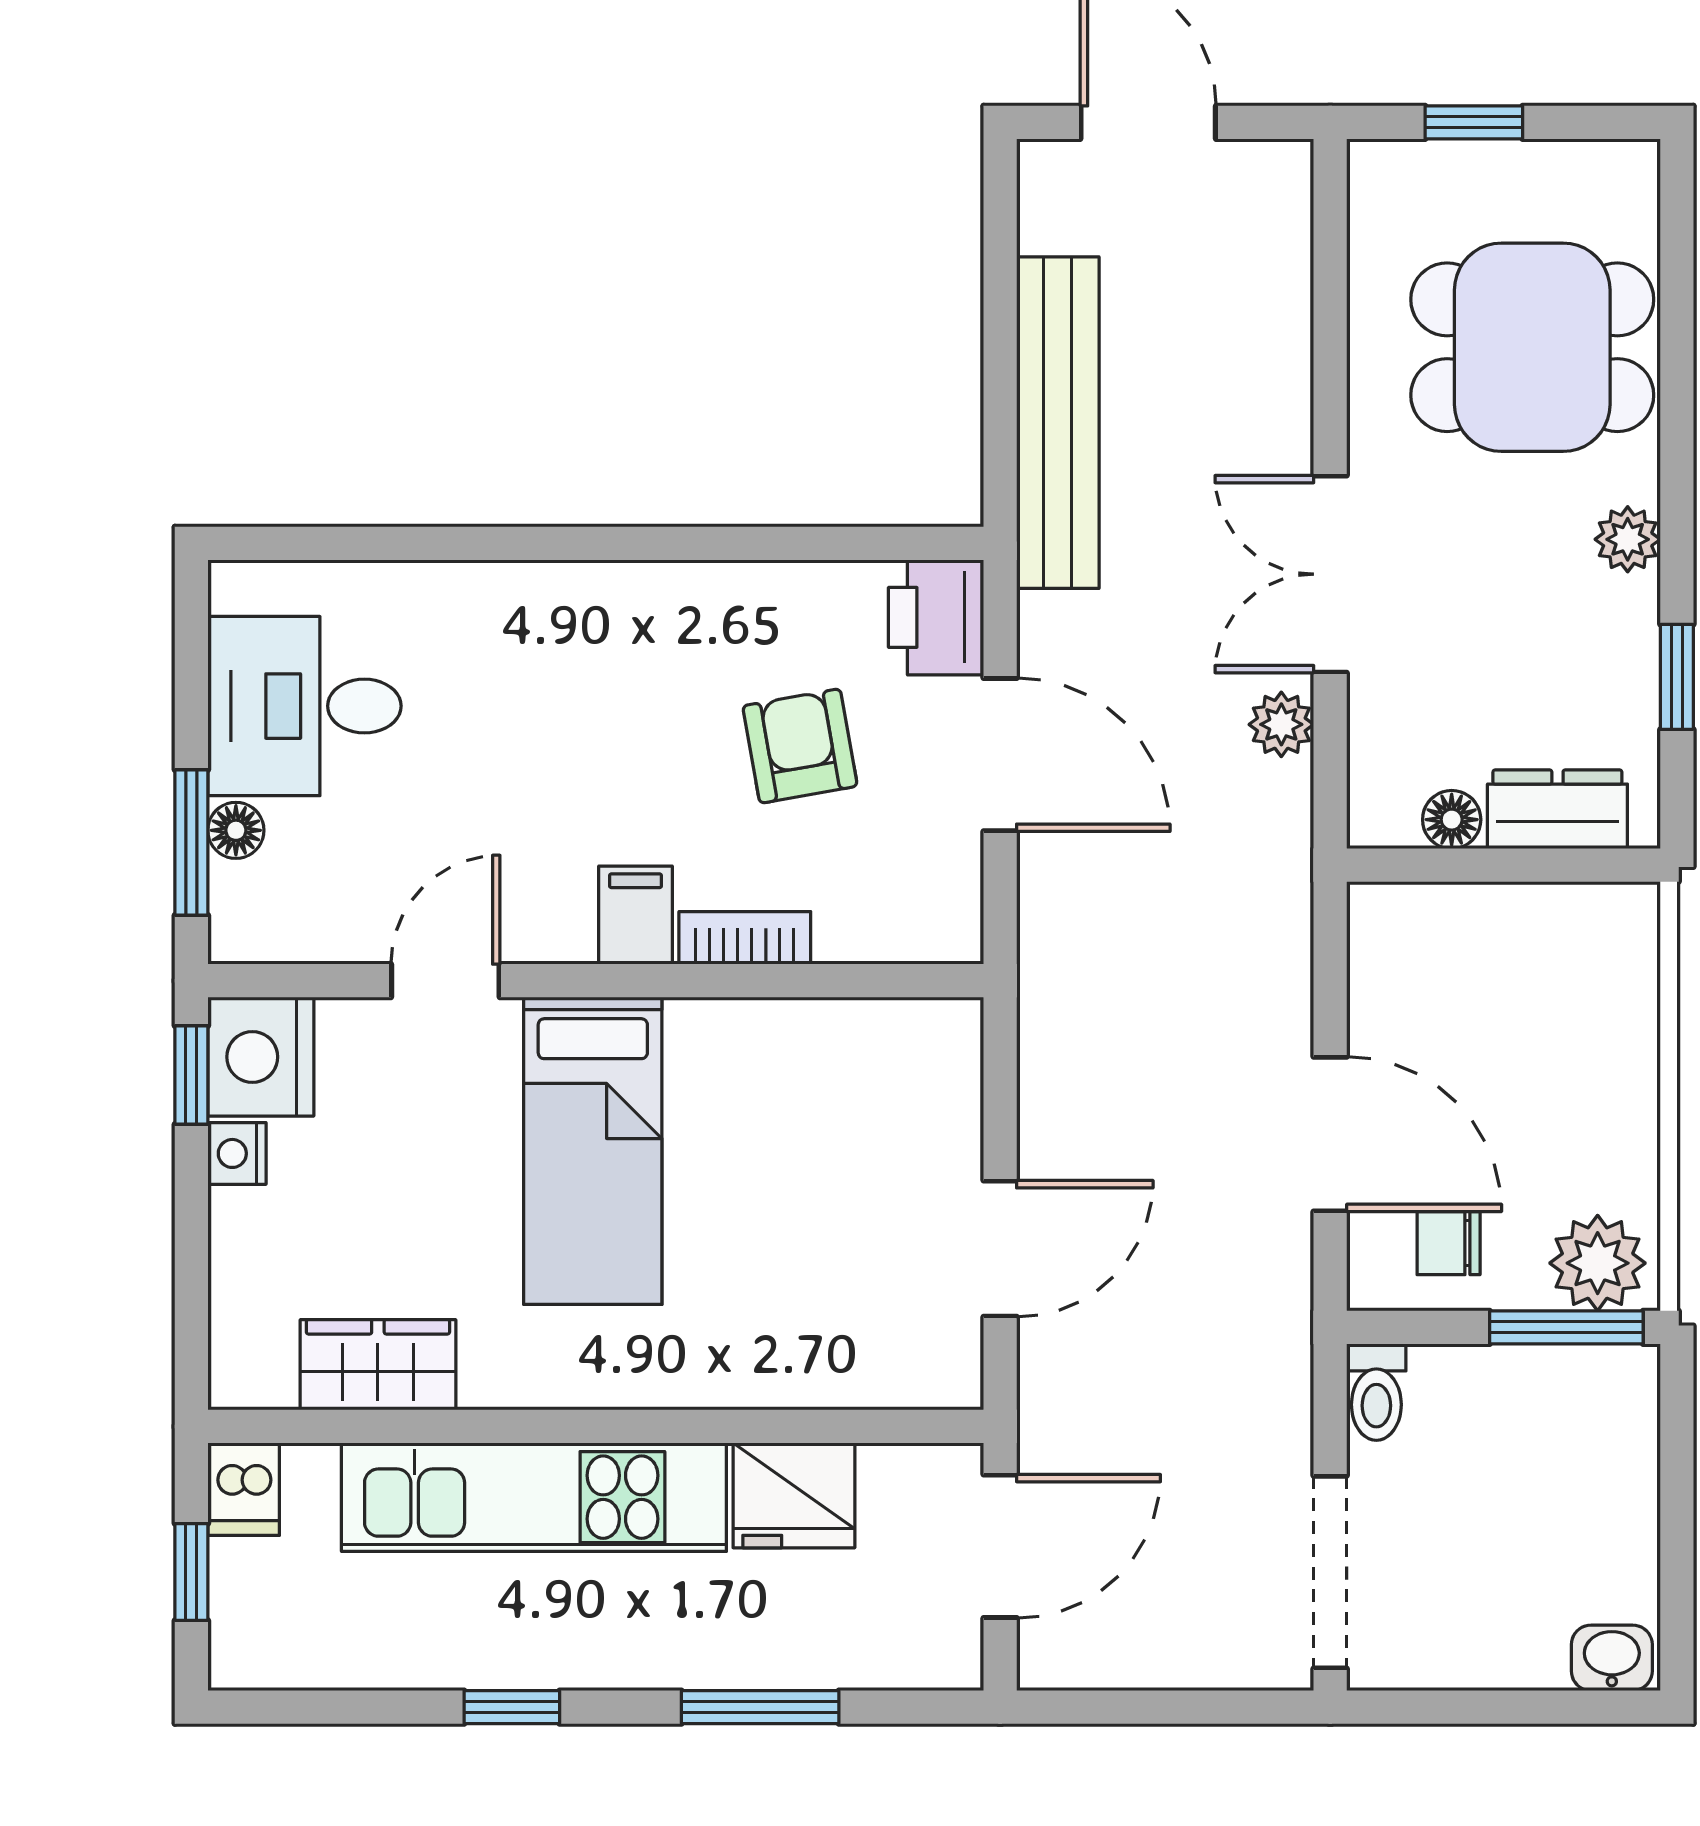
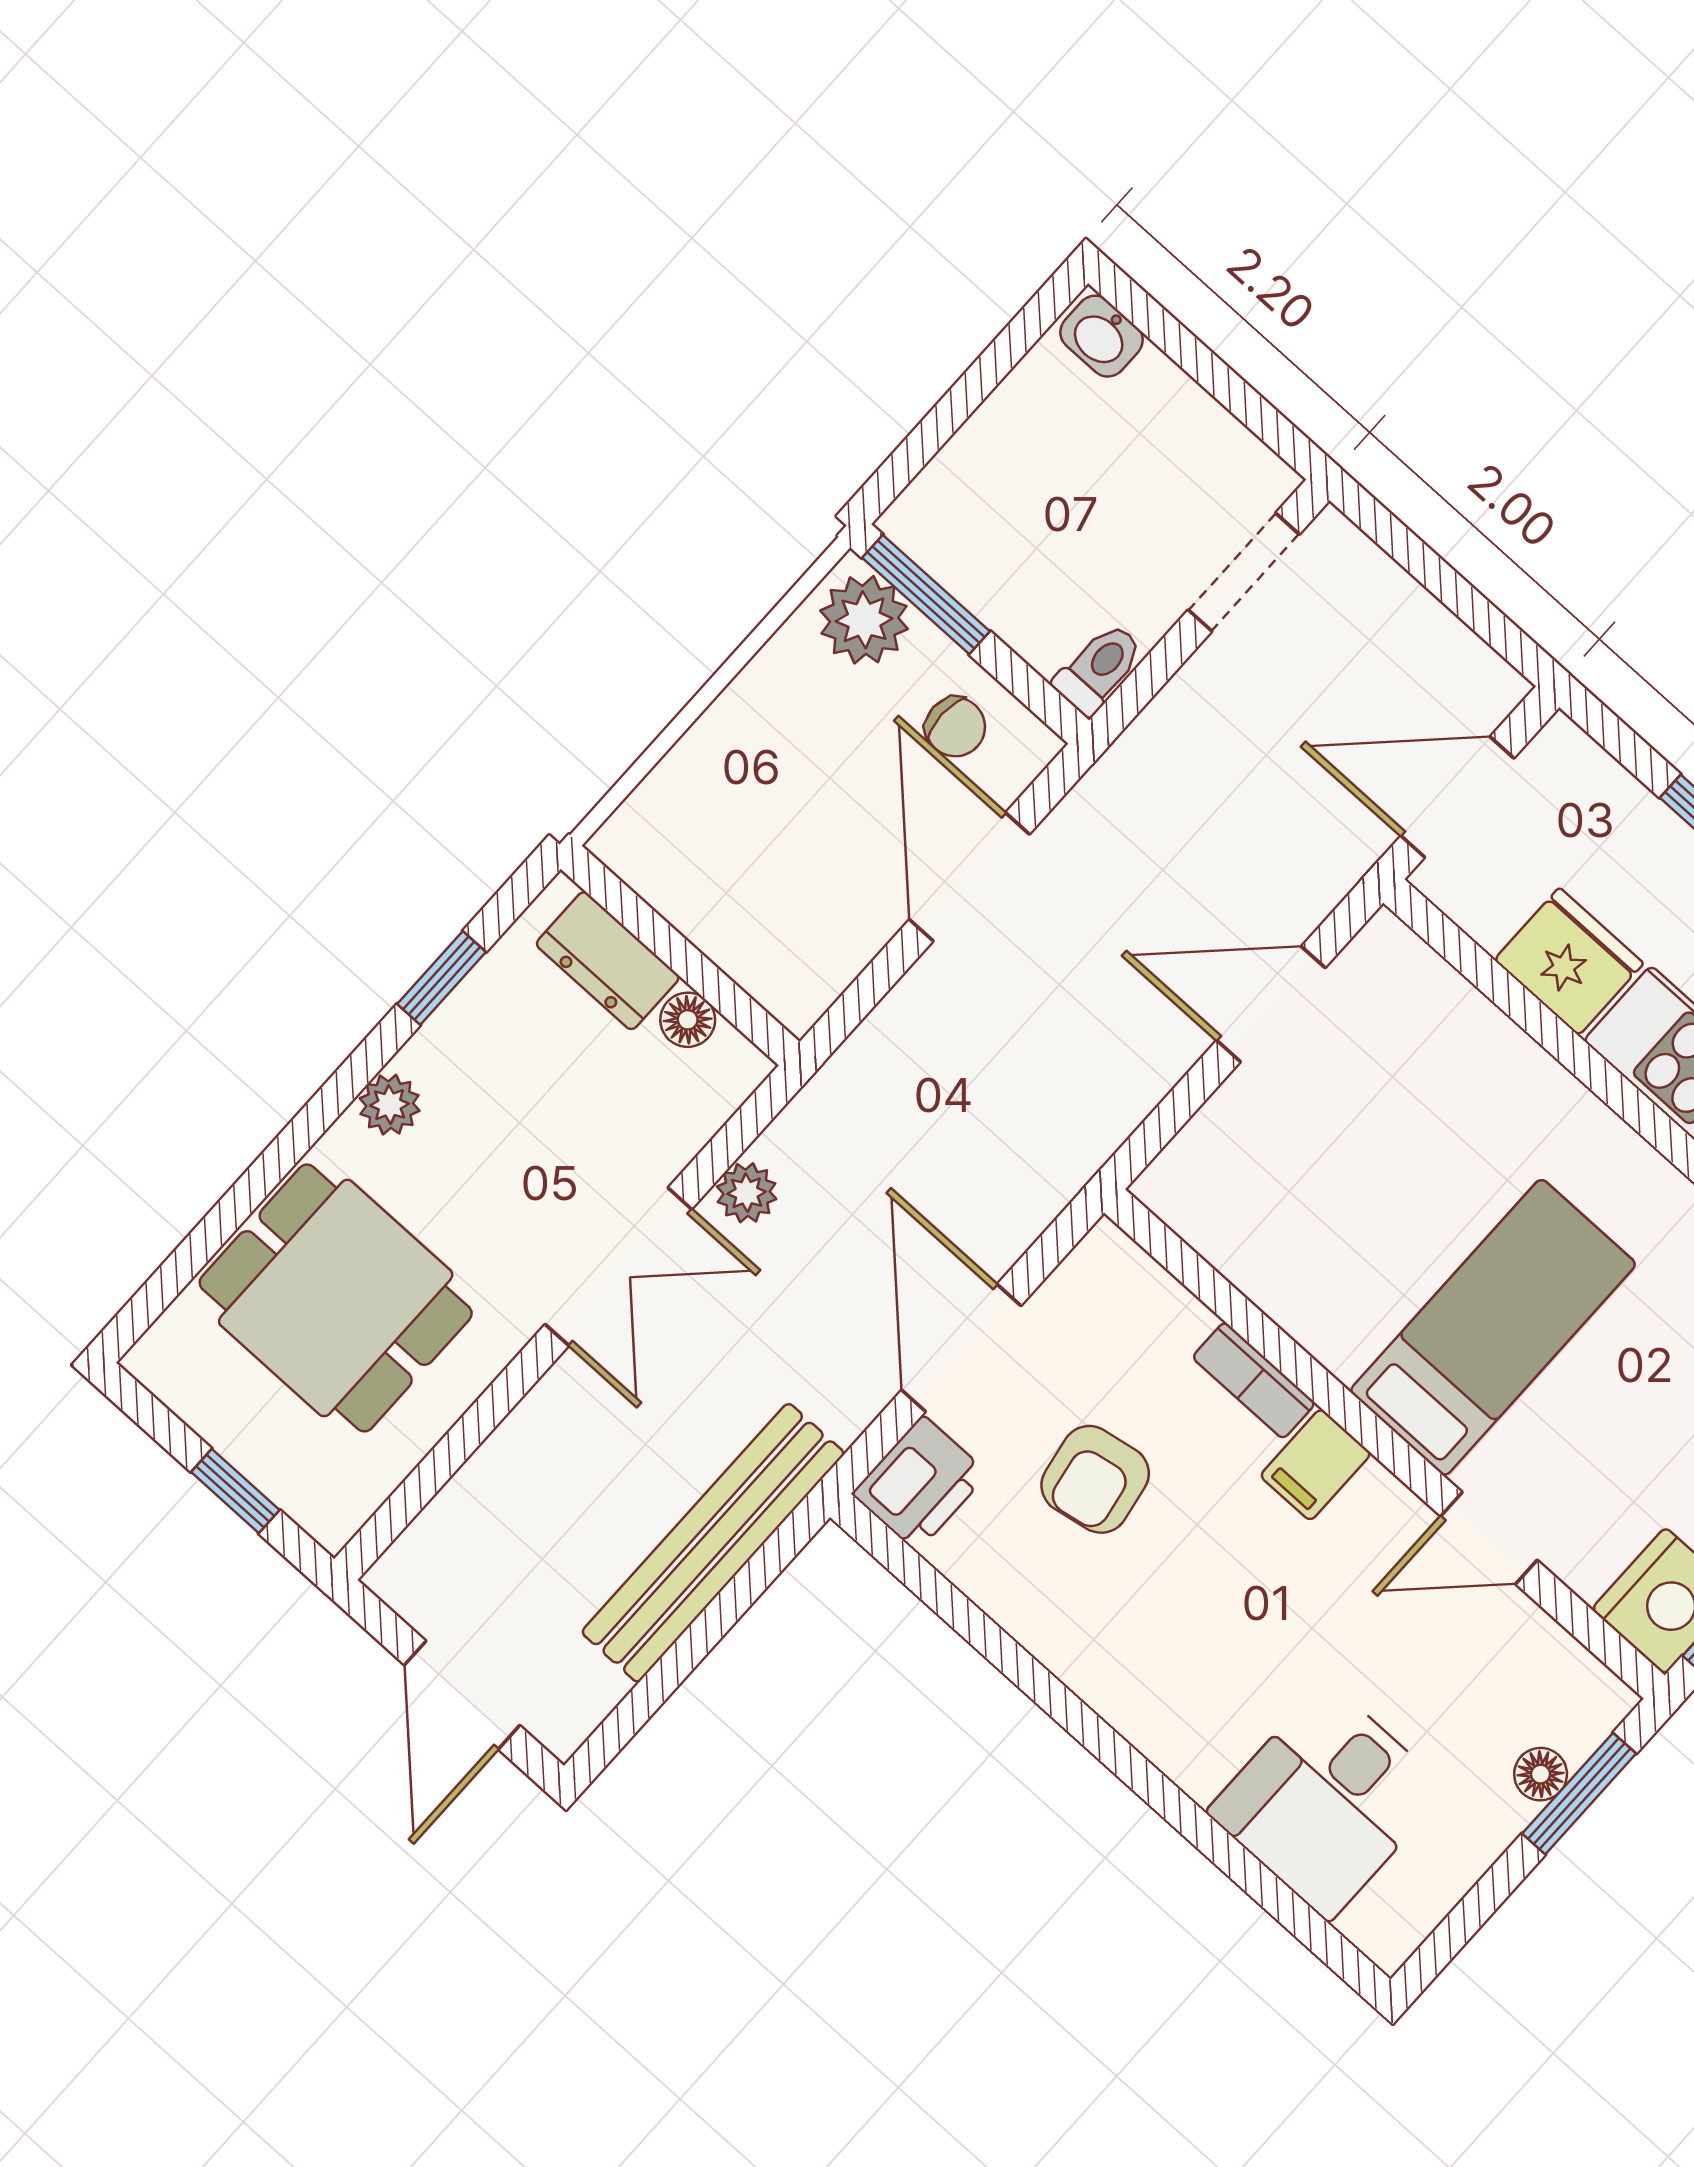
desk: (304, 706) -> (1327, 1801), moved, turned 90
doorway: (1330, 1572) -> (1244, 572), width x0.73

